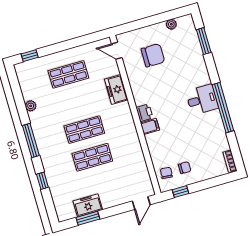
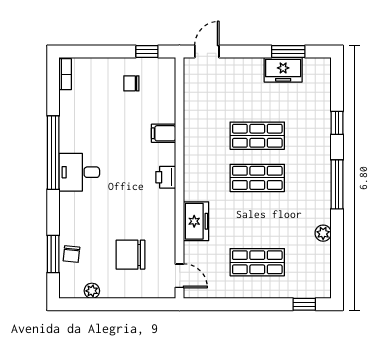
filing cabinet: (150, 126) -> (164, 133), moved
chair: (166, 173) -> (71, 254), moved

